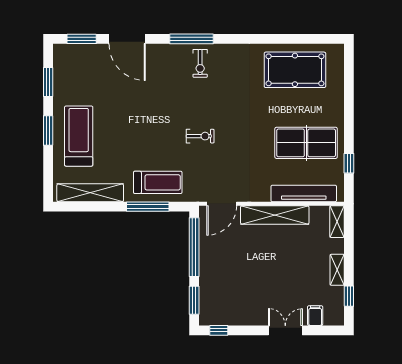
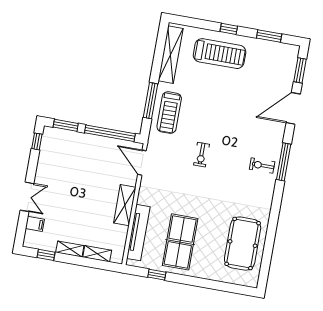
window: (48, 130) -> (229, 29), width x0.67
shelving: (275, 215) -> (125, 205), width x0.68
shelving: (337, 222) -> (97, 254), moved

